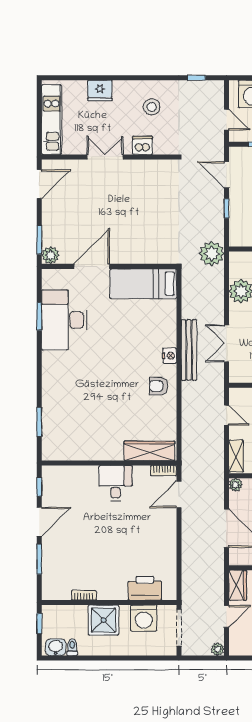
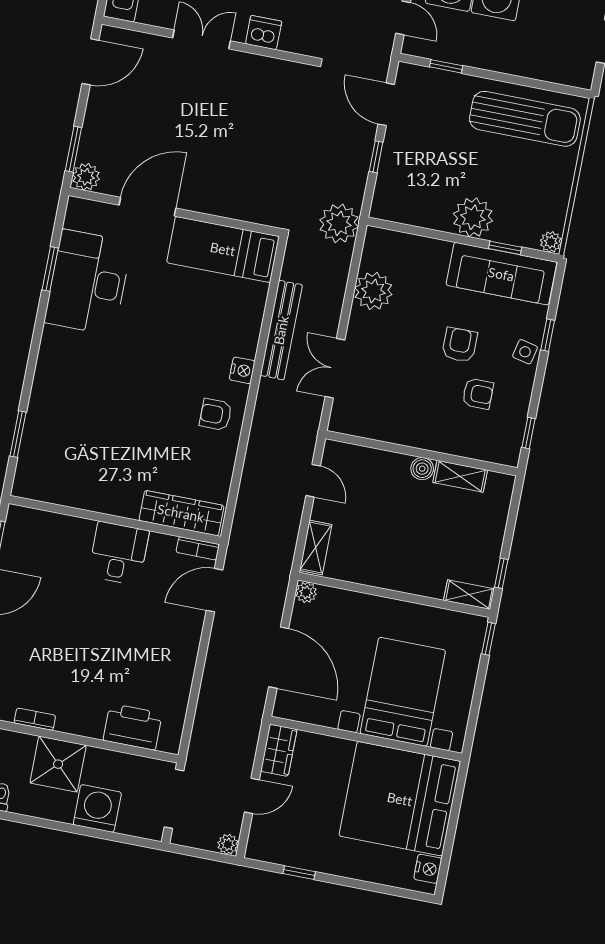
bench: (189, 350) -> (281, 330), moved
washing machine: (144, 618) -> (97, 808), moved, turned 180

